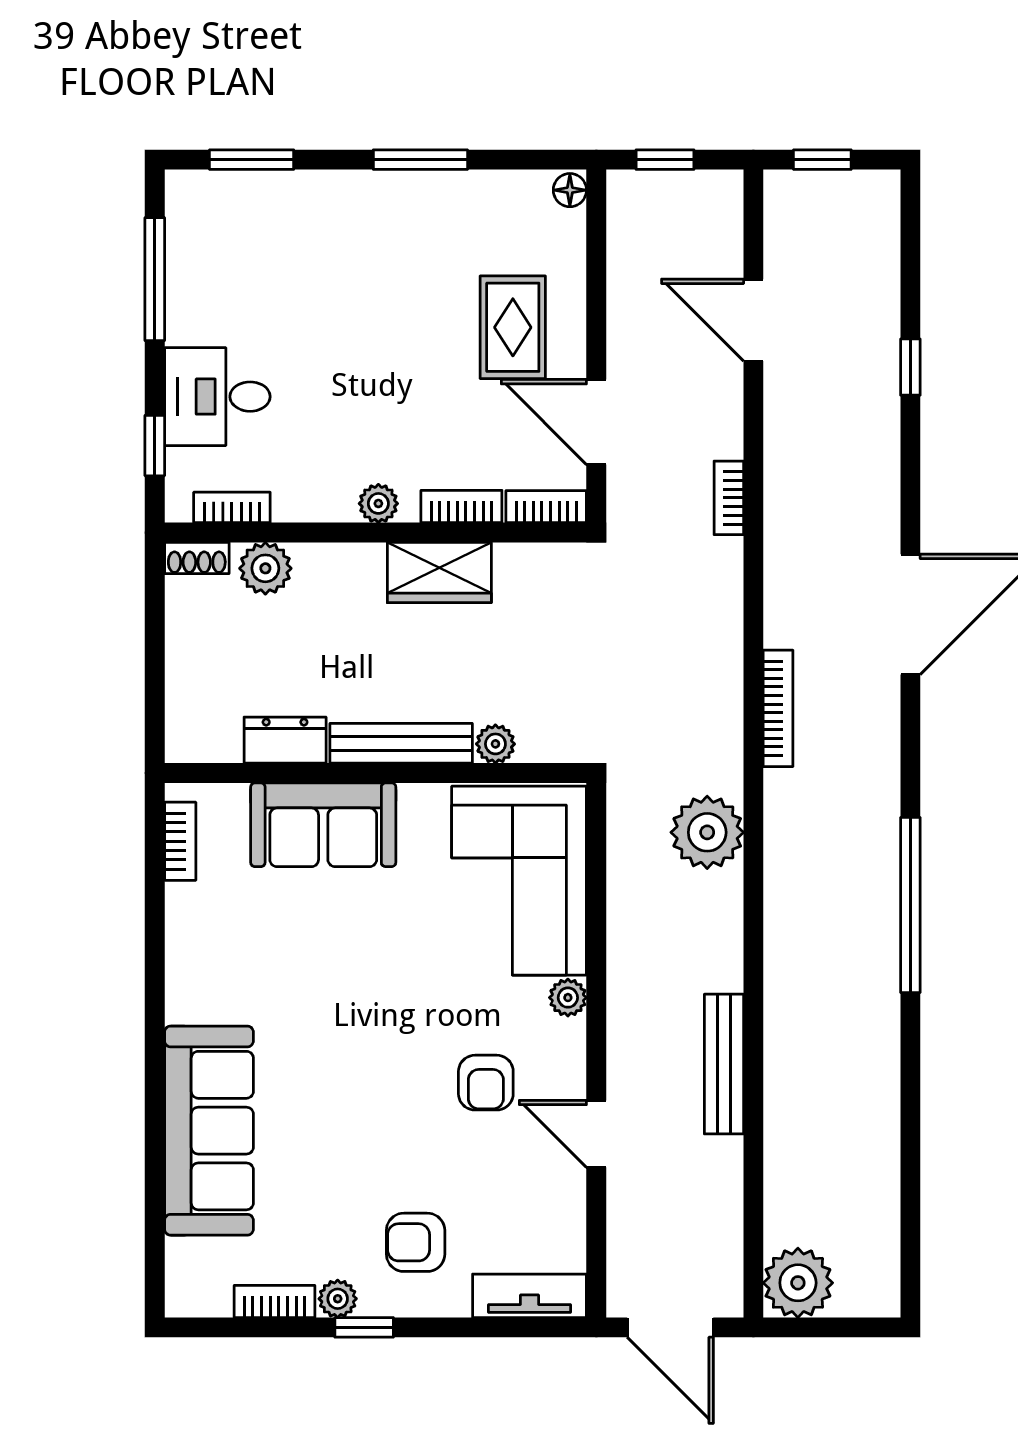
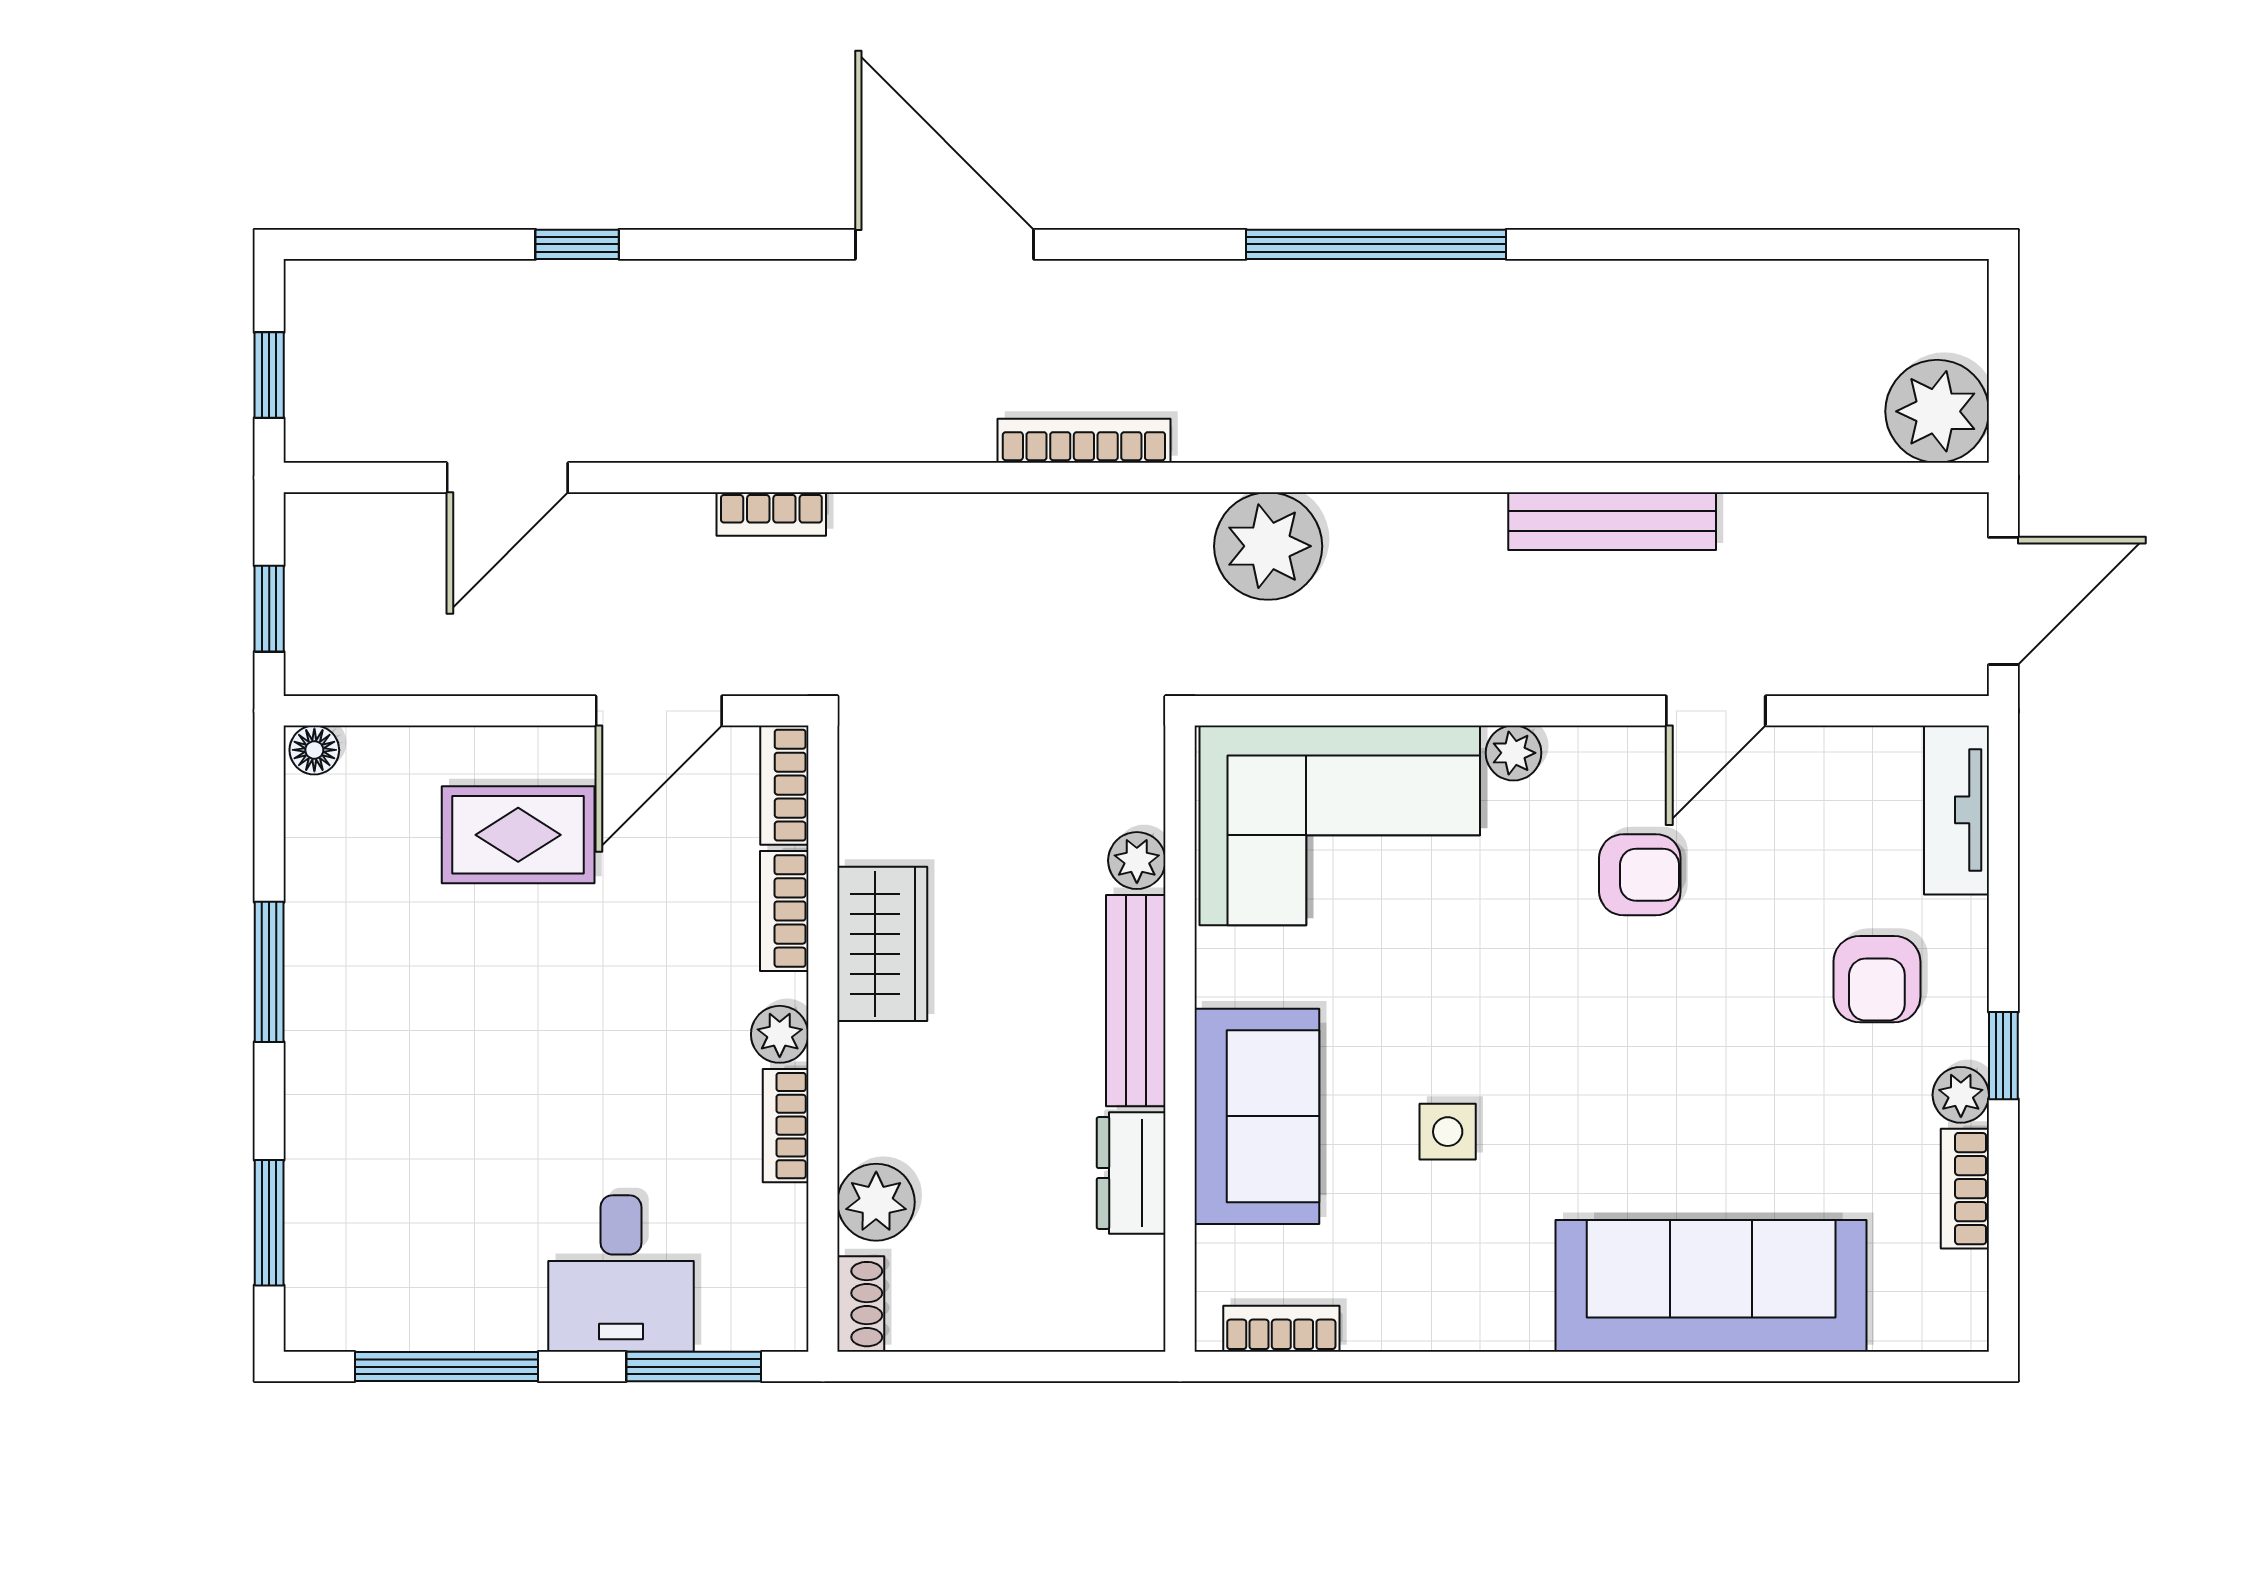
window: (155, 446) -> (694, 1367), width x1.50
bookcase: (232, 507) -> (786, 1126), moved
side table: (313, 953) -> (1448, 1132), added

